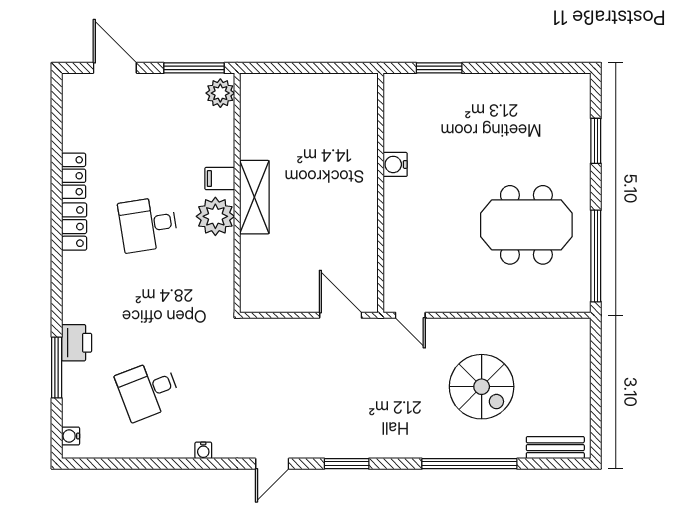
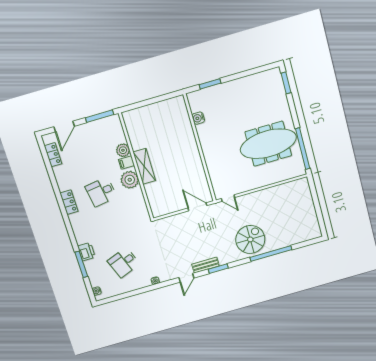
door: (115, 68) -> (64, 126), swing flipped
plant: (220, 93) -> (123, 150), moved
window: (596, 141) -> (286, 83), moved
water cooler: (395, 164) -> (198, 118), moved
locker: (74, 176) -> (53, 155), moved
meeting table: (526, 225) -> (268, 144), width x1.36
spiral stairs: (482, 387) -> (250, 239), moved, turned -90
bench: (555, 448) -> (205, 265), moved

